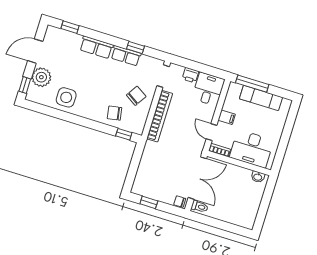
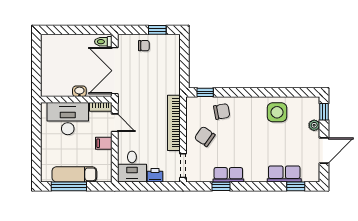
row of seats: (96, 47) -> (284, 174), moved
plant: (41, 77) -> (314, 125), width x0.53, depth x0.53
window: (252, 84) -> (69, 186), moved
chair: (136, 96) -> (205, 136), turned 92
washbasin: (258, 177) -> (79, 91), moved
chair: (180, 202) -> (144, 46), moved

